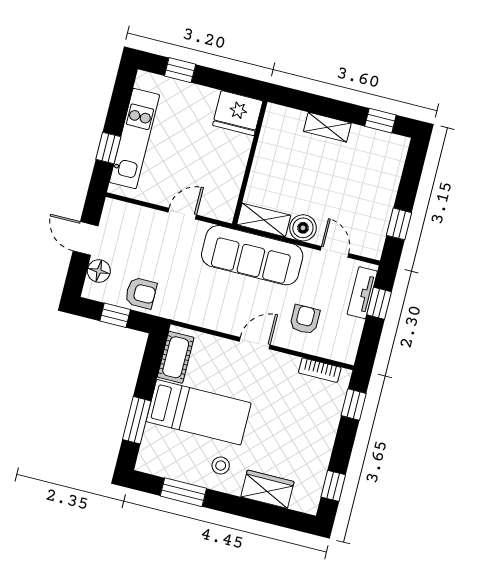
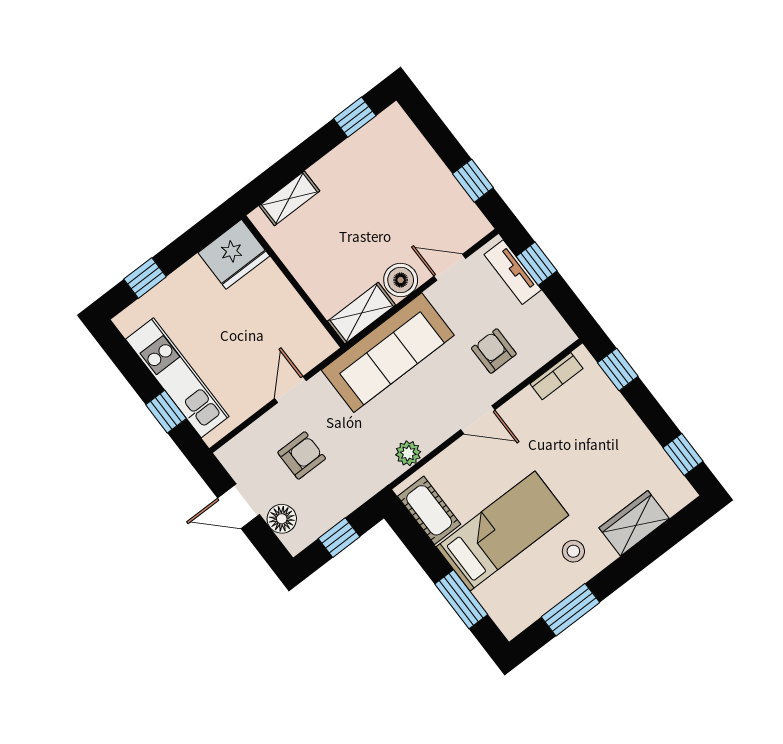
shelving: (327, 127) -> (289, 198), moved
armchair: (141, 293) -> (302, 455), moved
plant: (200, 317) -> (408, 453), added
door: (255, 343) -> (478, 420), swing flipped

